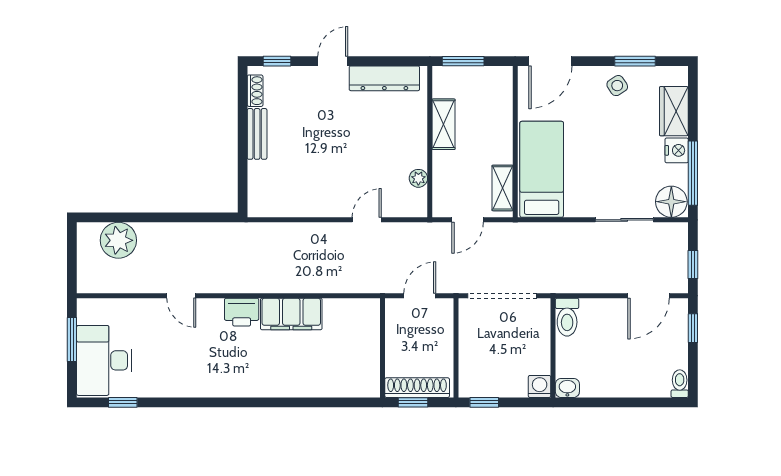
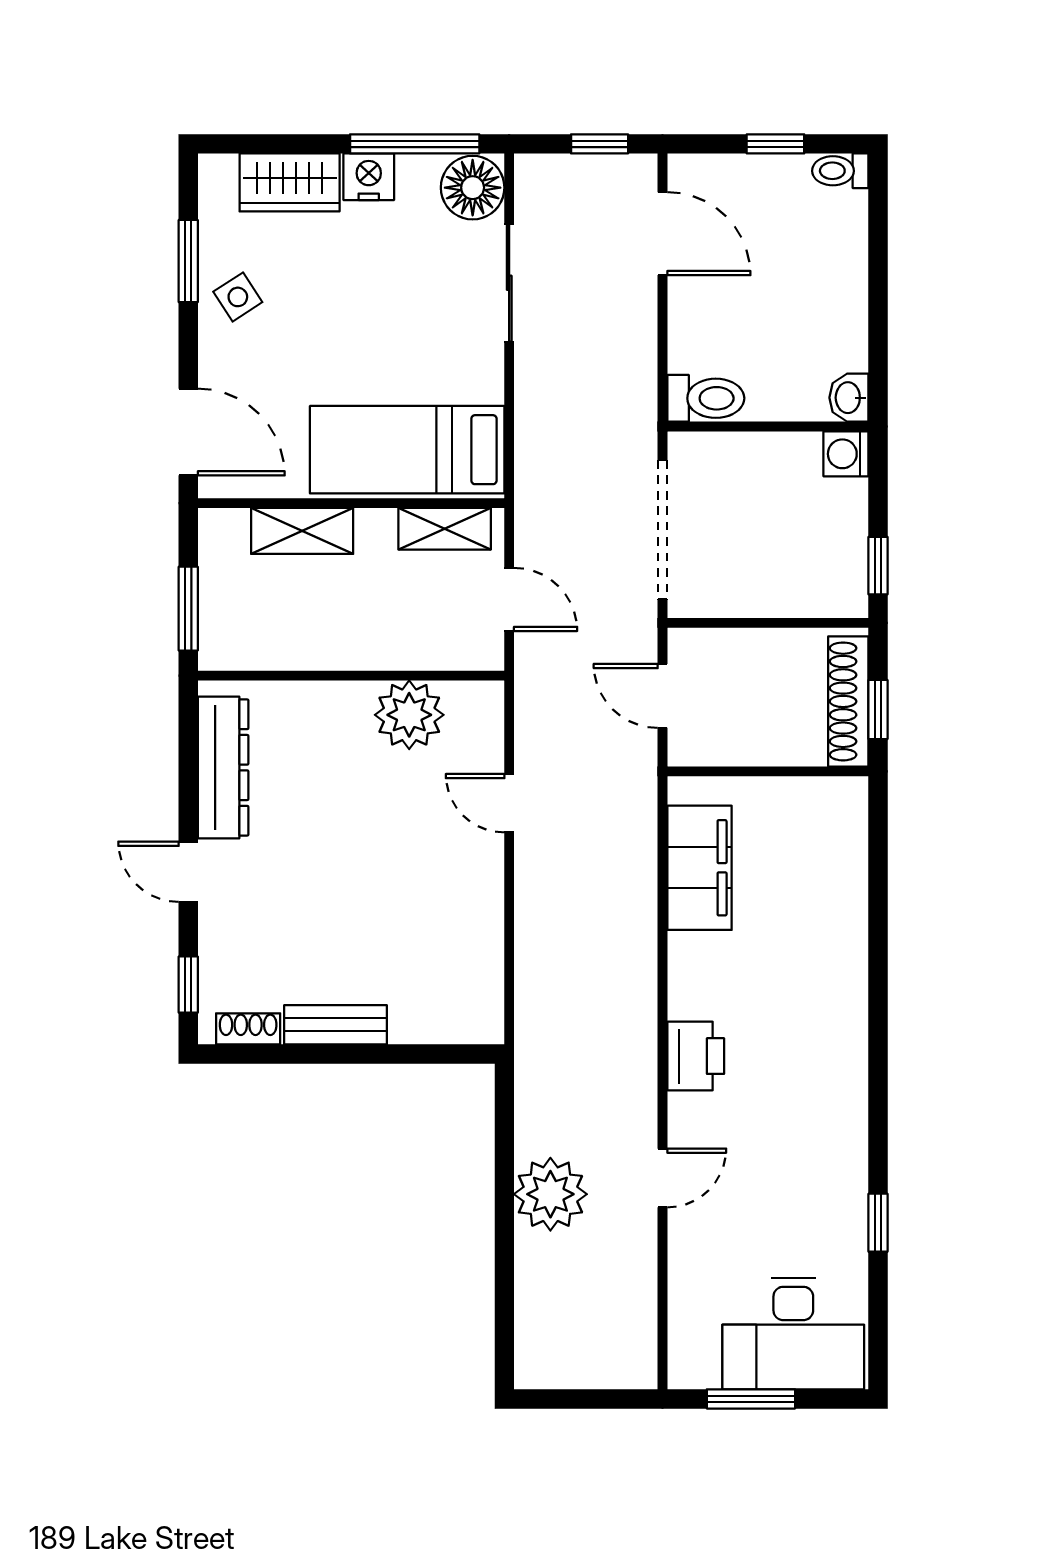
shelving: (444, 124) -> (302, 531), moved
plant: (418, 178) -> (409, 715), width x1.88, depth x1.88
plant: (118, 240) -> (550, 1194), moved
filing cabinet: (291, 314) -> (699, 868), moved
window: (693, 328) -> (775, 144), moved
window: (123, 402) -> (878, 1223), moved

